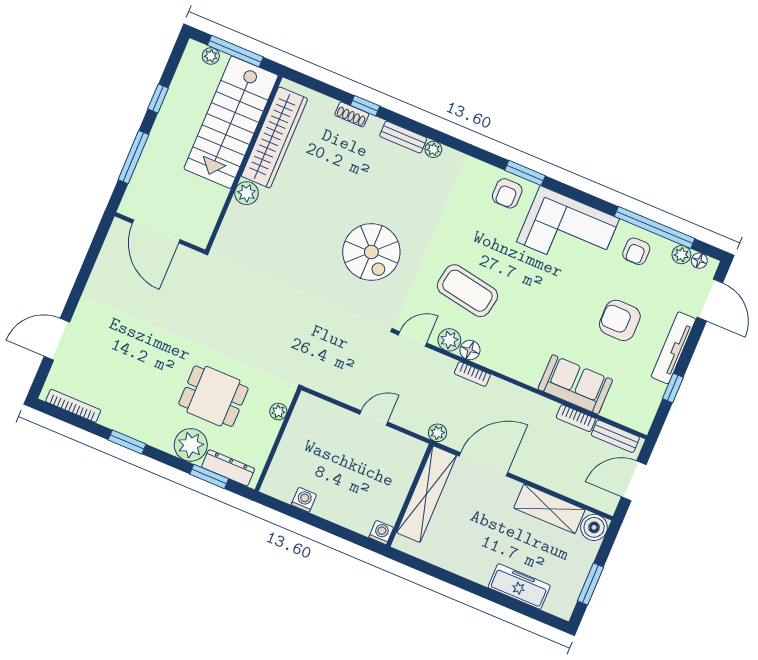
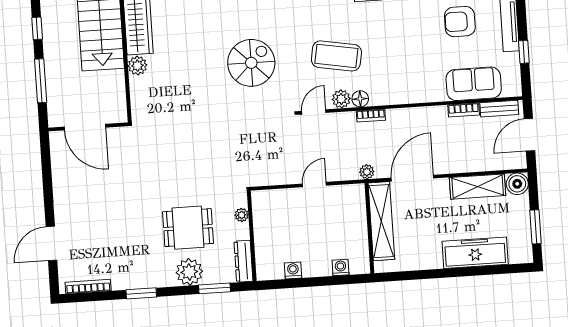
spiral stairs: (371, 252) -> (251, 63), turned -90
sofa: (575, 384) -> (474, 84), moved
dresser: (228, 468) -> (244, 261), moved, turned -90
washing machine: (381, 532) -> (341, 268), moved
freezer: (519, 586) -> (475, 253), width x1.36, depth x1.26

